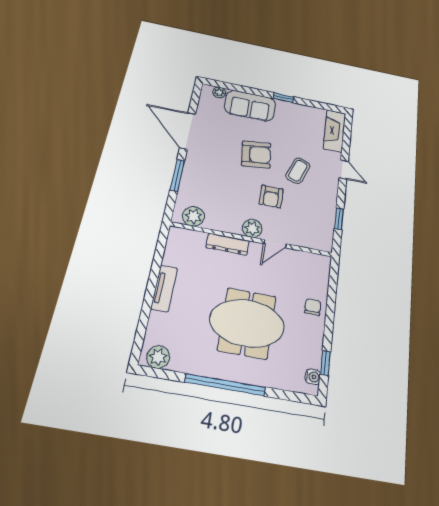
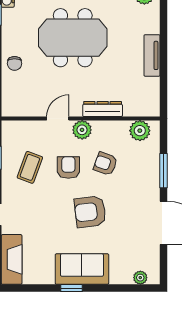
sofa: (250, 106) -> (82, 269), moved
coffee table: (298, 171) -> (30, 167), moved
armchair: (234, 193) -> (105, 164), added

